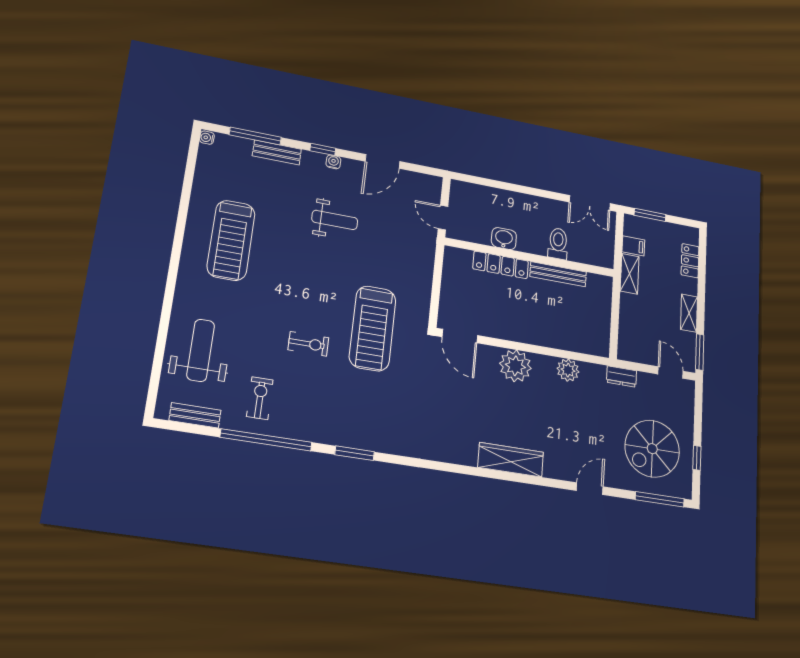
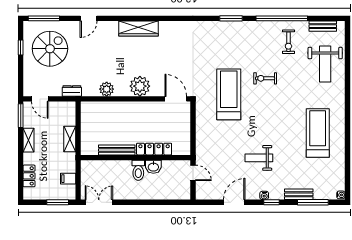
toilet: (558, 244) -> (138, 170), moved
shelving: (630, 274) -> (70, 139), moved

